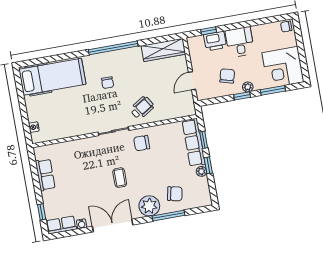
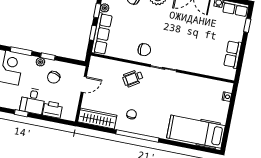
window: (209, 31) -> (21, 113), moved
chair: (108, 83) -> (132, 114), moved
coffee table: (120, 178) -> (173, 29), removed

